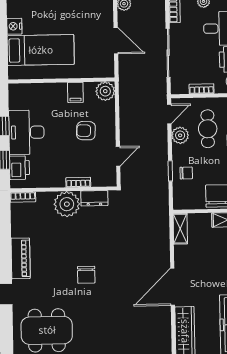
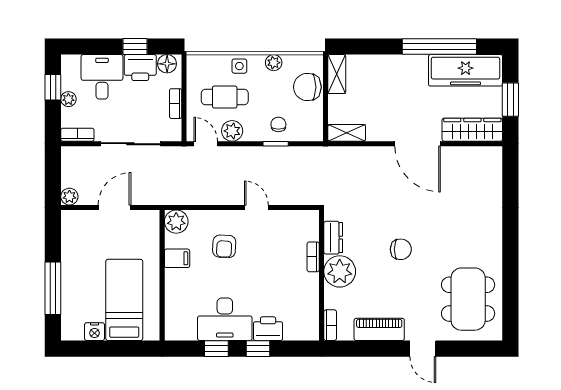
bookcase: (78, 182) -> (313, 257), moved
wall: (63, 189) -> (322, 275), moved
bookcase: (23, 197) -> (330, 325), moved
dresser: (94, 198) -> (333, 238), moved
plant: (67, 204) -> (340, 271), moved

